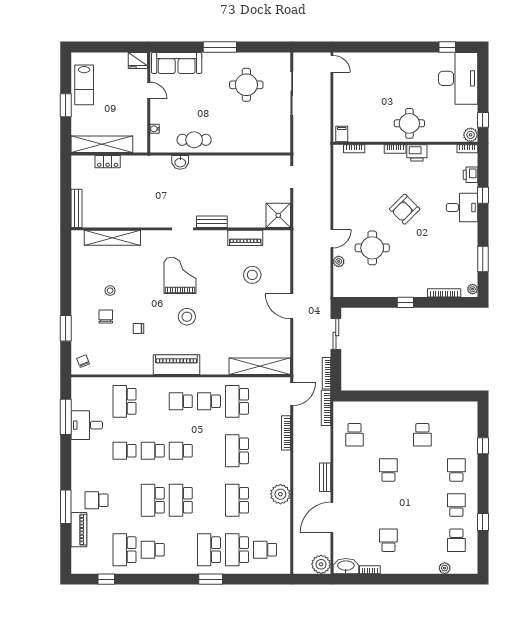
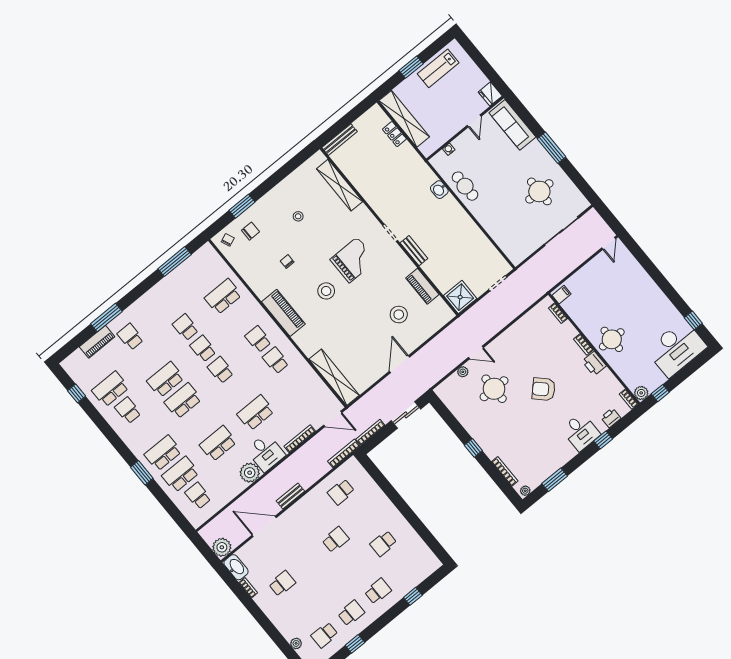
chair: (106, 316) -> (250, 231), moved
school desk: (237, 401) -> (293, 382), removed
desk: (87, 425) -> (266, 452), moved, turned 180

